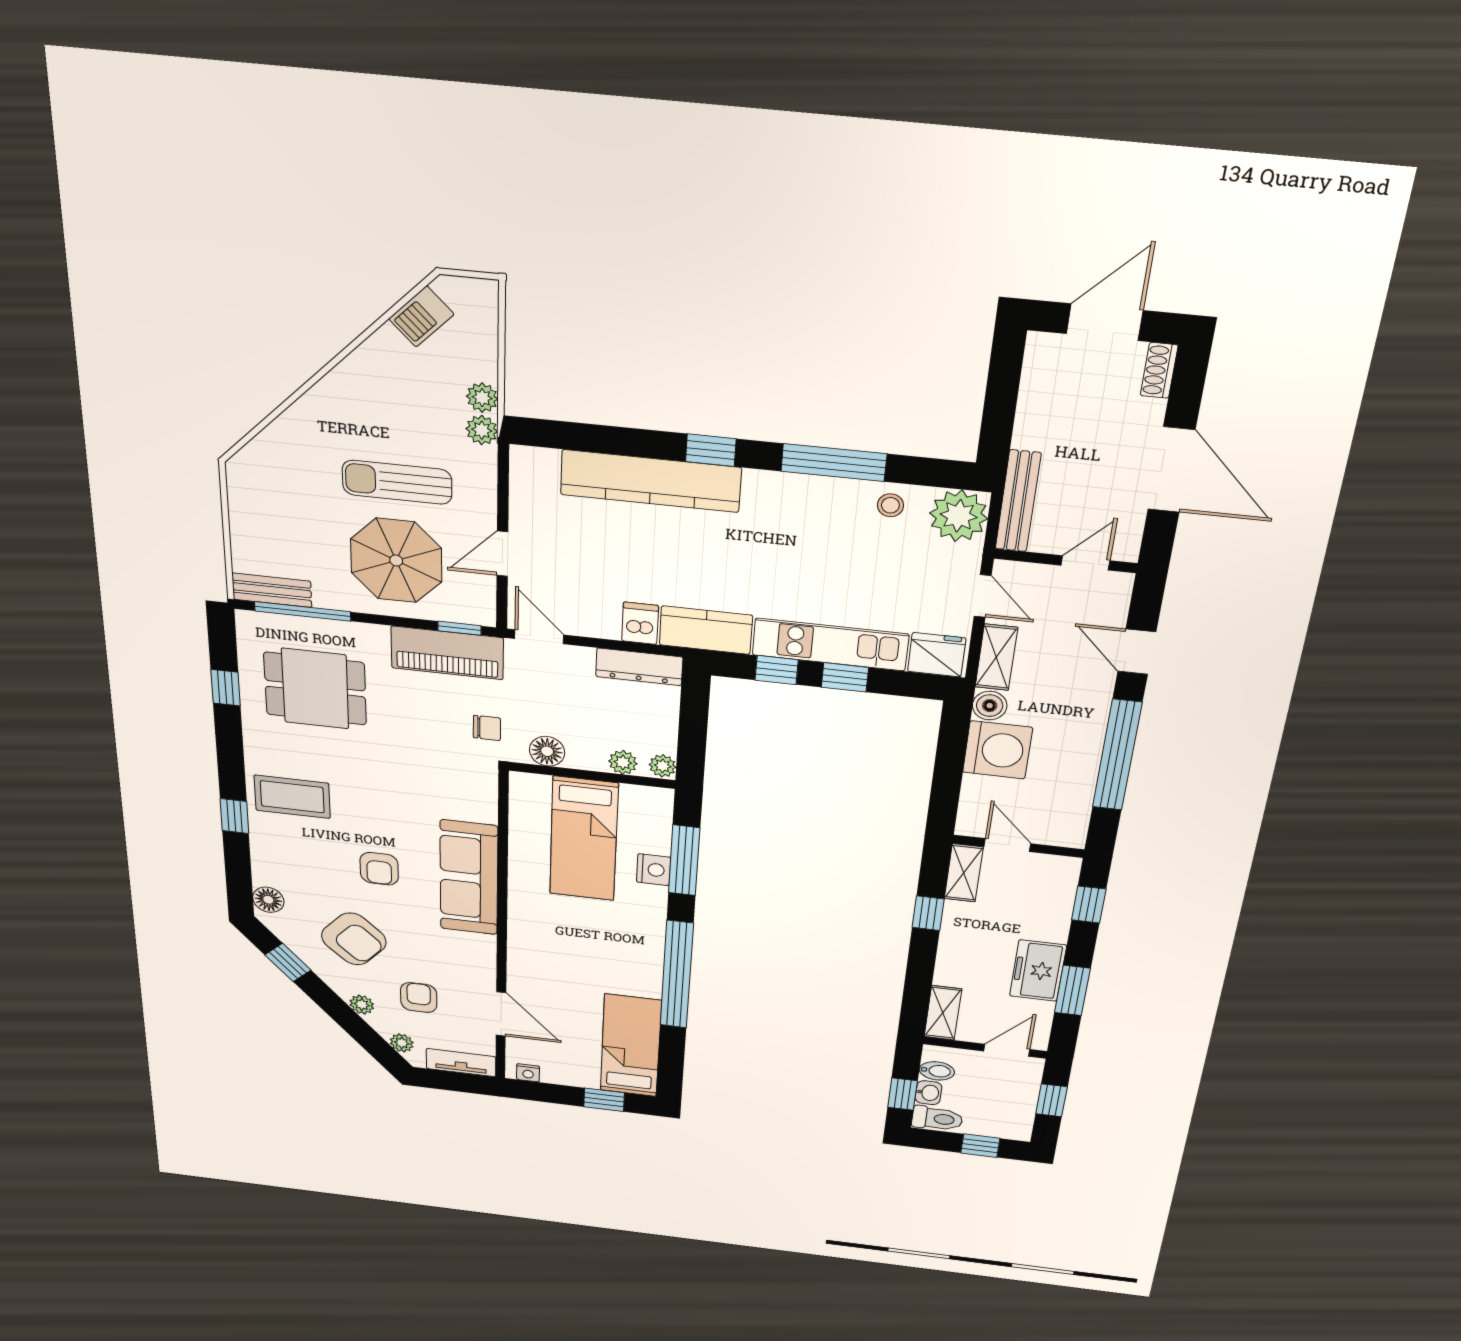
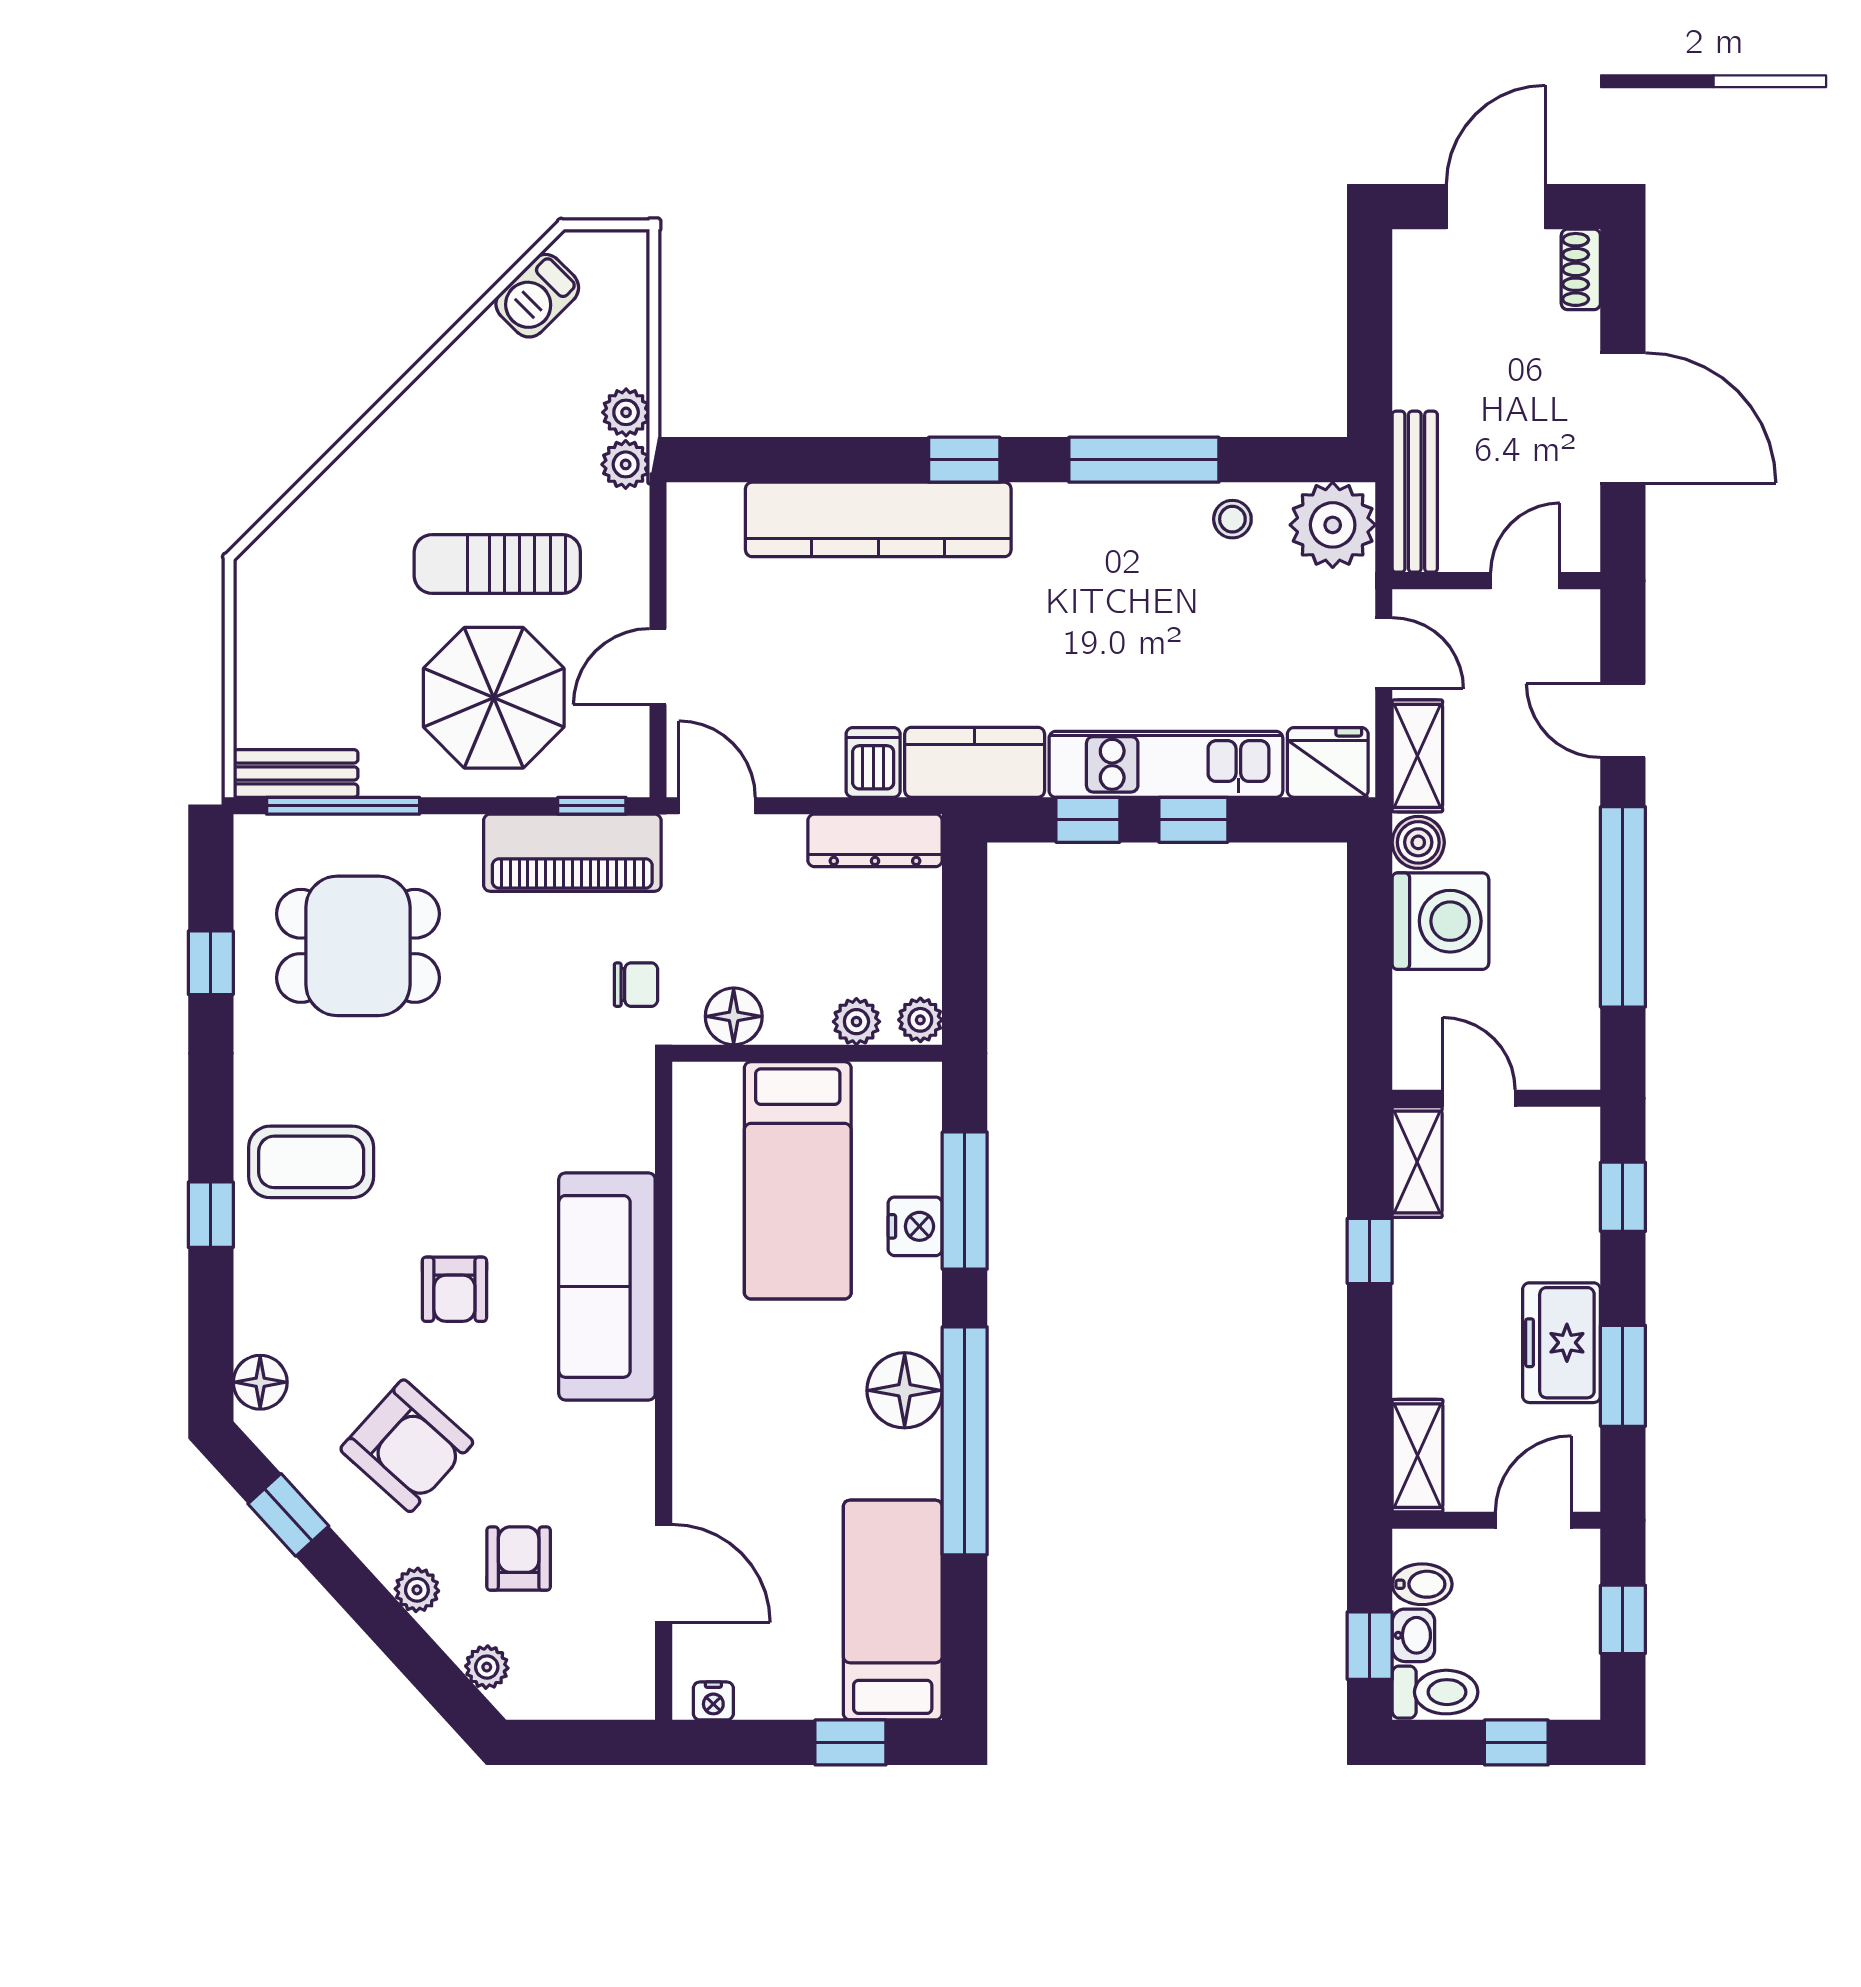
floor lamp: (643, 947) -> (905, 1390), added
tv unit: (461, 1063) -> (593, 1696), removed

